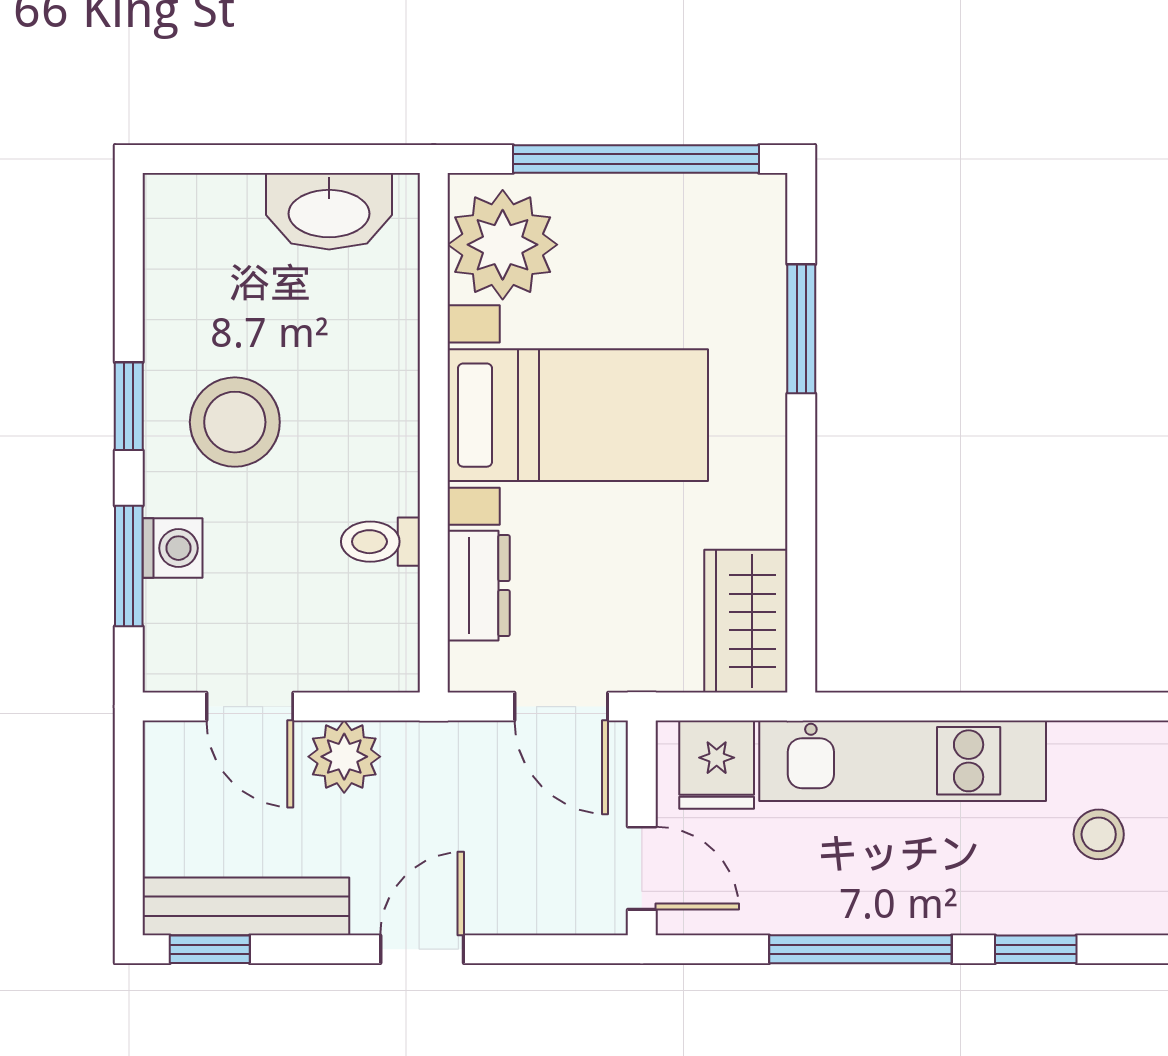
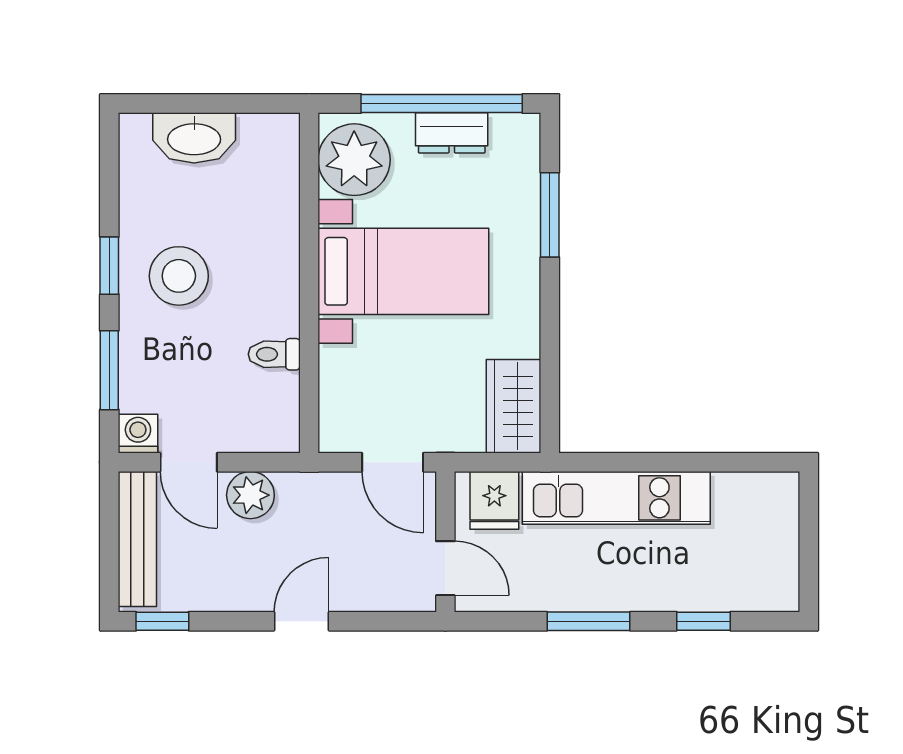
washbasin: (329, 211) -> (194, 138), moved
washing machine: (173, 548) -> (138, 434), moved, turned -90
dresser: (479, 586) -> (452, 133), moved, turned 90
stool: (1099, 834) -> (745, 546), removed
bench: (246, 906) -> (137, 539), moved, turned 90
window: (860, 949) -> (589, 621), width x0.69

